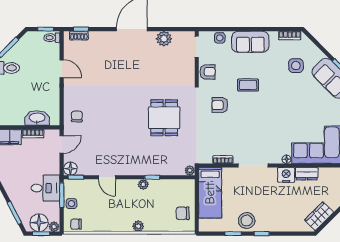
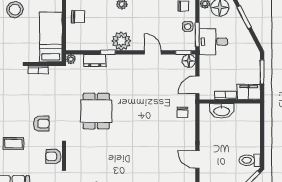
dresser: (166, 169) -> (95, 60), added
plant: (143, 184) -> (121, 41), width x1.88, depth x1.88

